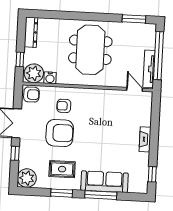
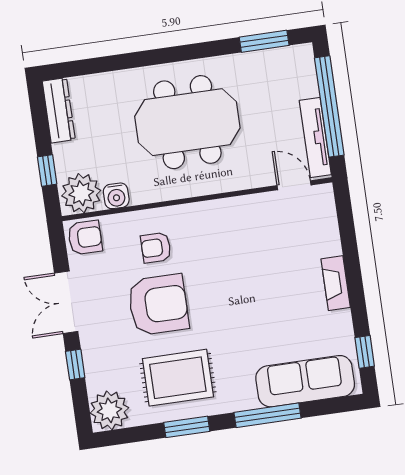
meeting table: (90, 50) -> (187, 122), turned 90
rug: (62, 169) -> (178, 378), width x1.36, depth x1.43
sofa: (104, 182) -> (305, 381), moved

